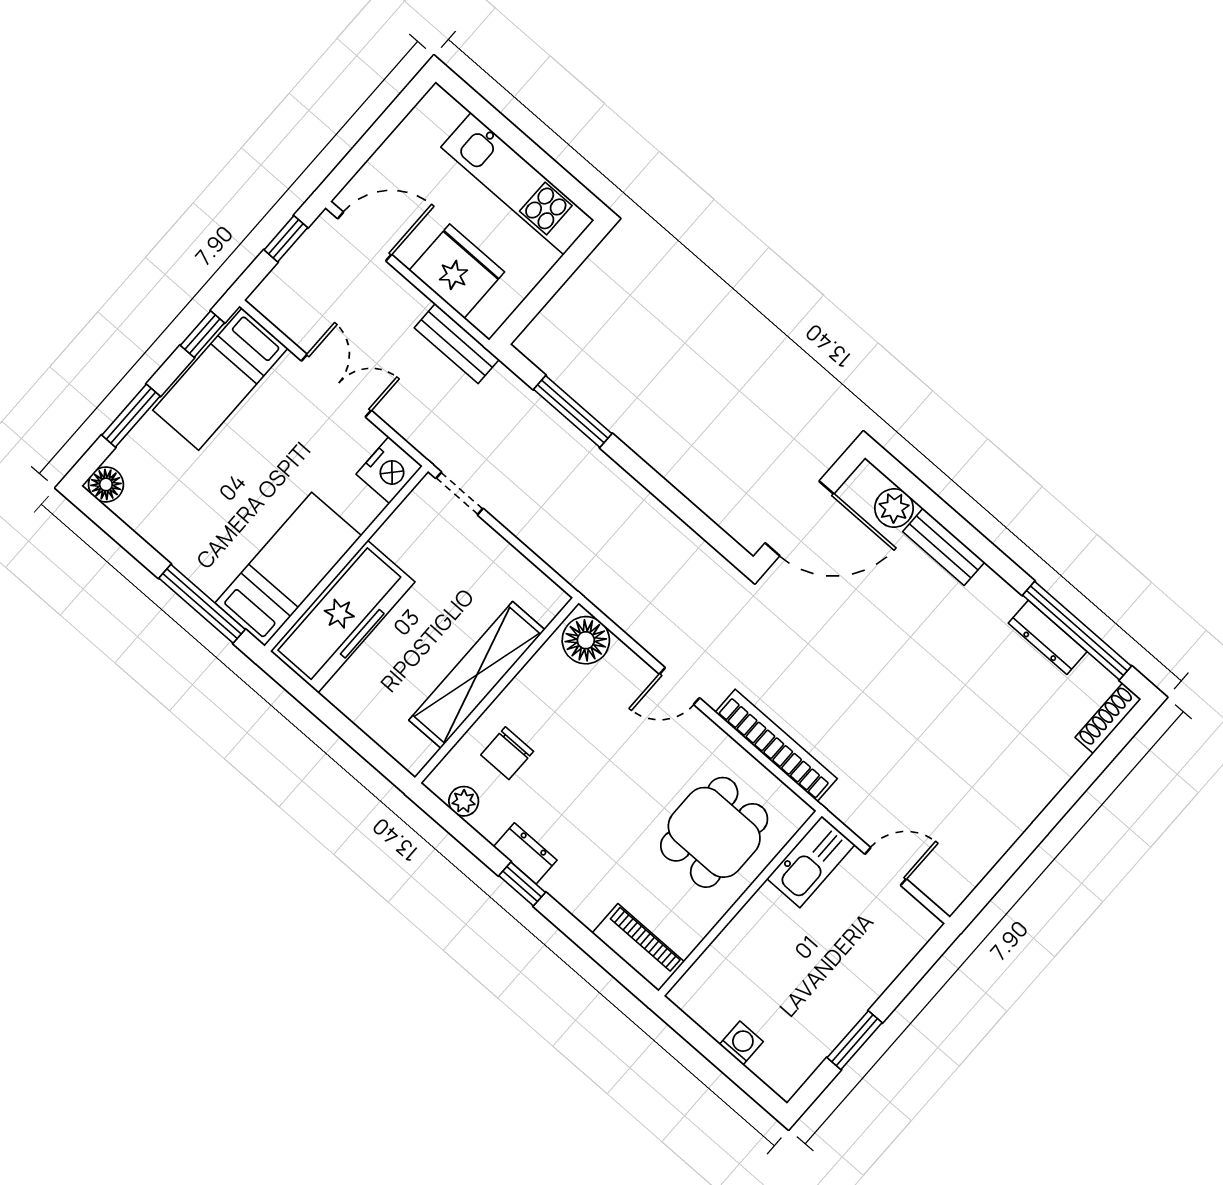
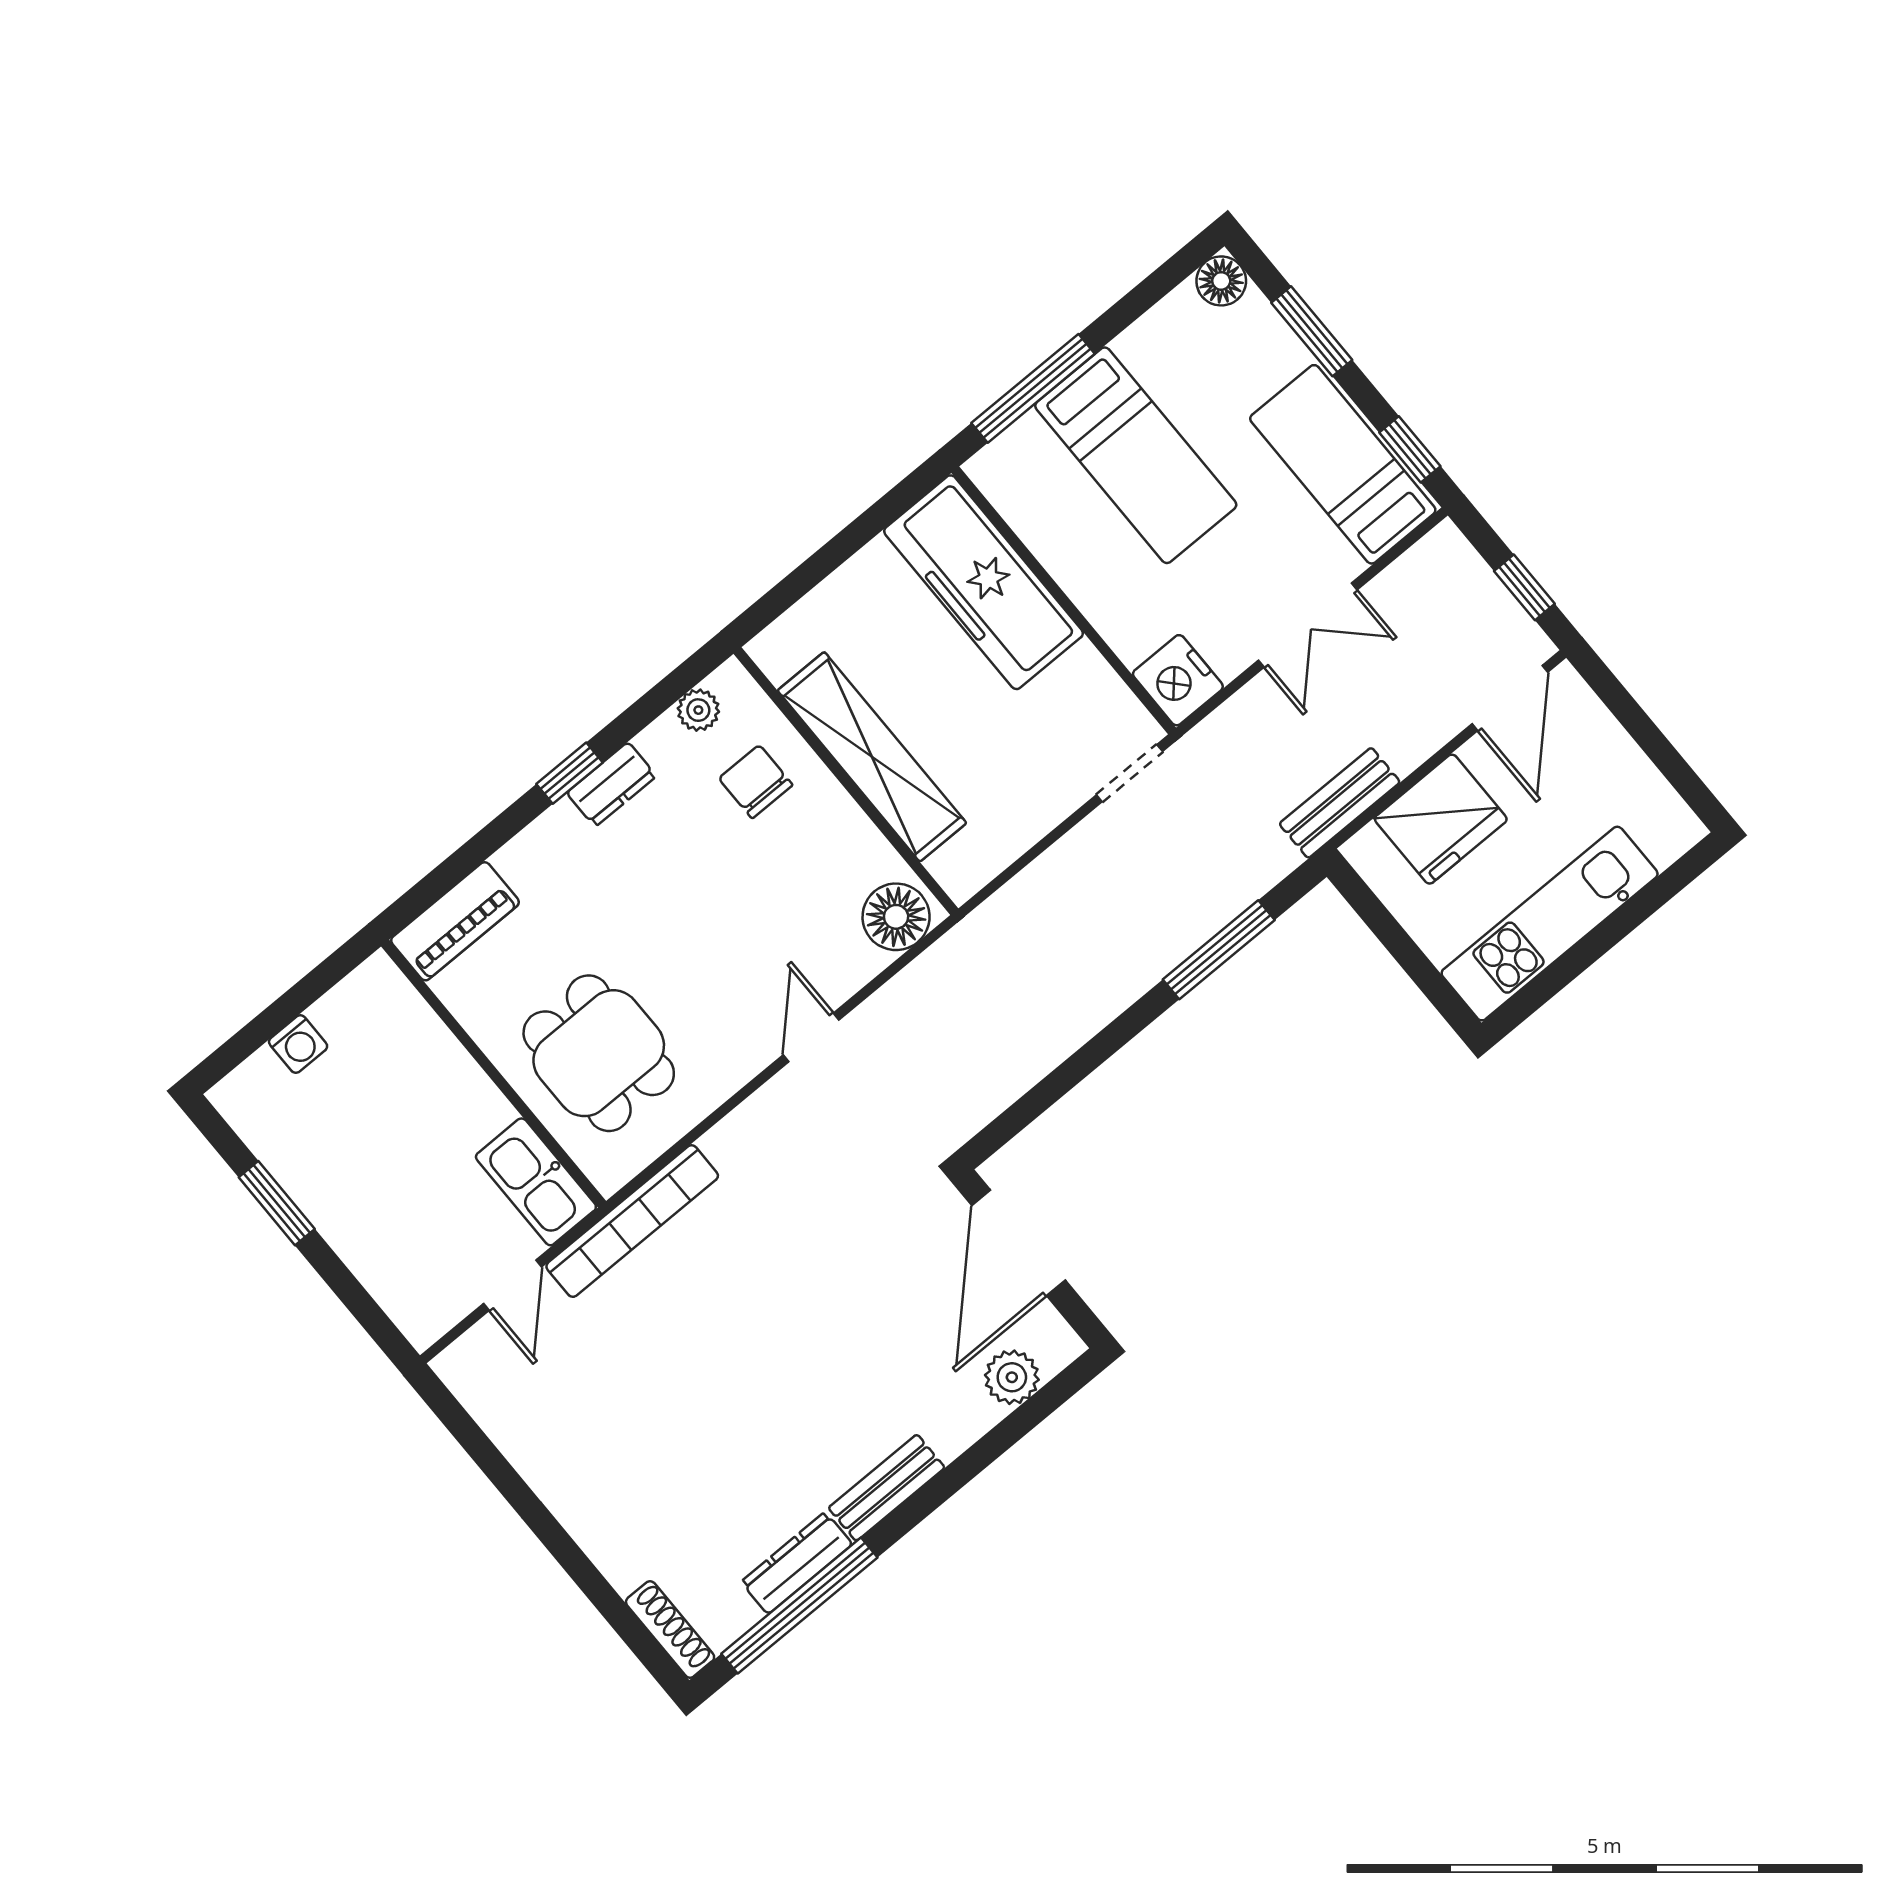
bench: (944, 547) -> (887, 1488), moved
bed: (288, 569) -> (1136, 455), moved
bookcase: (776, 745) -> (632, 1221), moved

